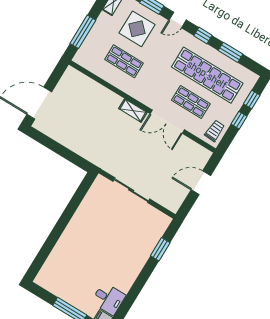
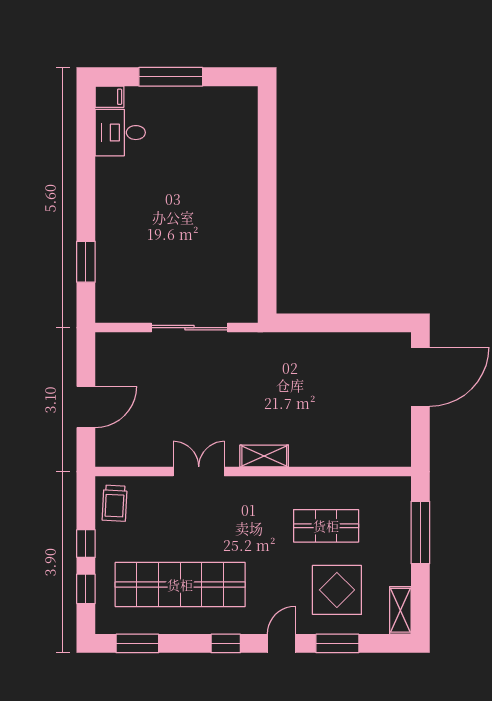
window: (231, 52) -> (137, 643), moved
shop shelf: (191, 102) -> (180, 526), removed
double door: (167, 122) -> (199, 472), width x0.73

